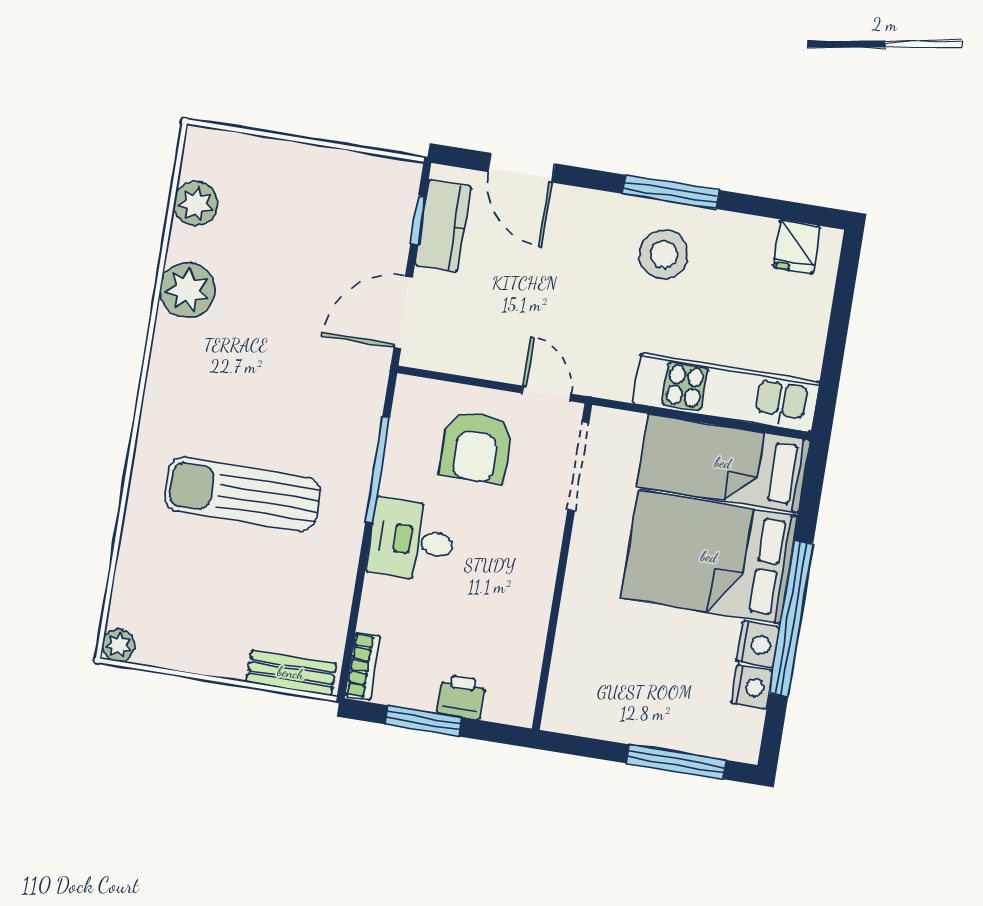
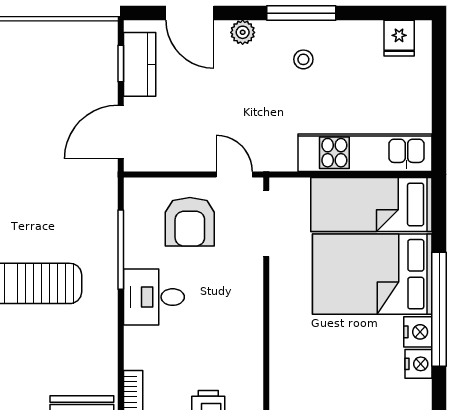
plant: (588, 205) -> (243, 32), added
stool: (664, 254) -> (303, 59), width x0.53, depth x0.53

